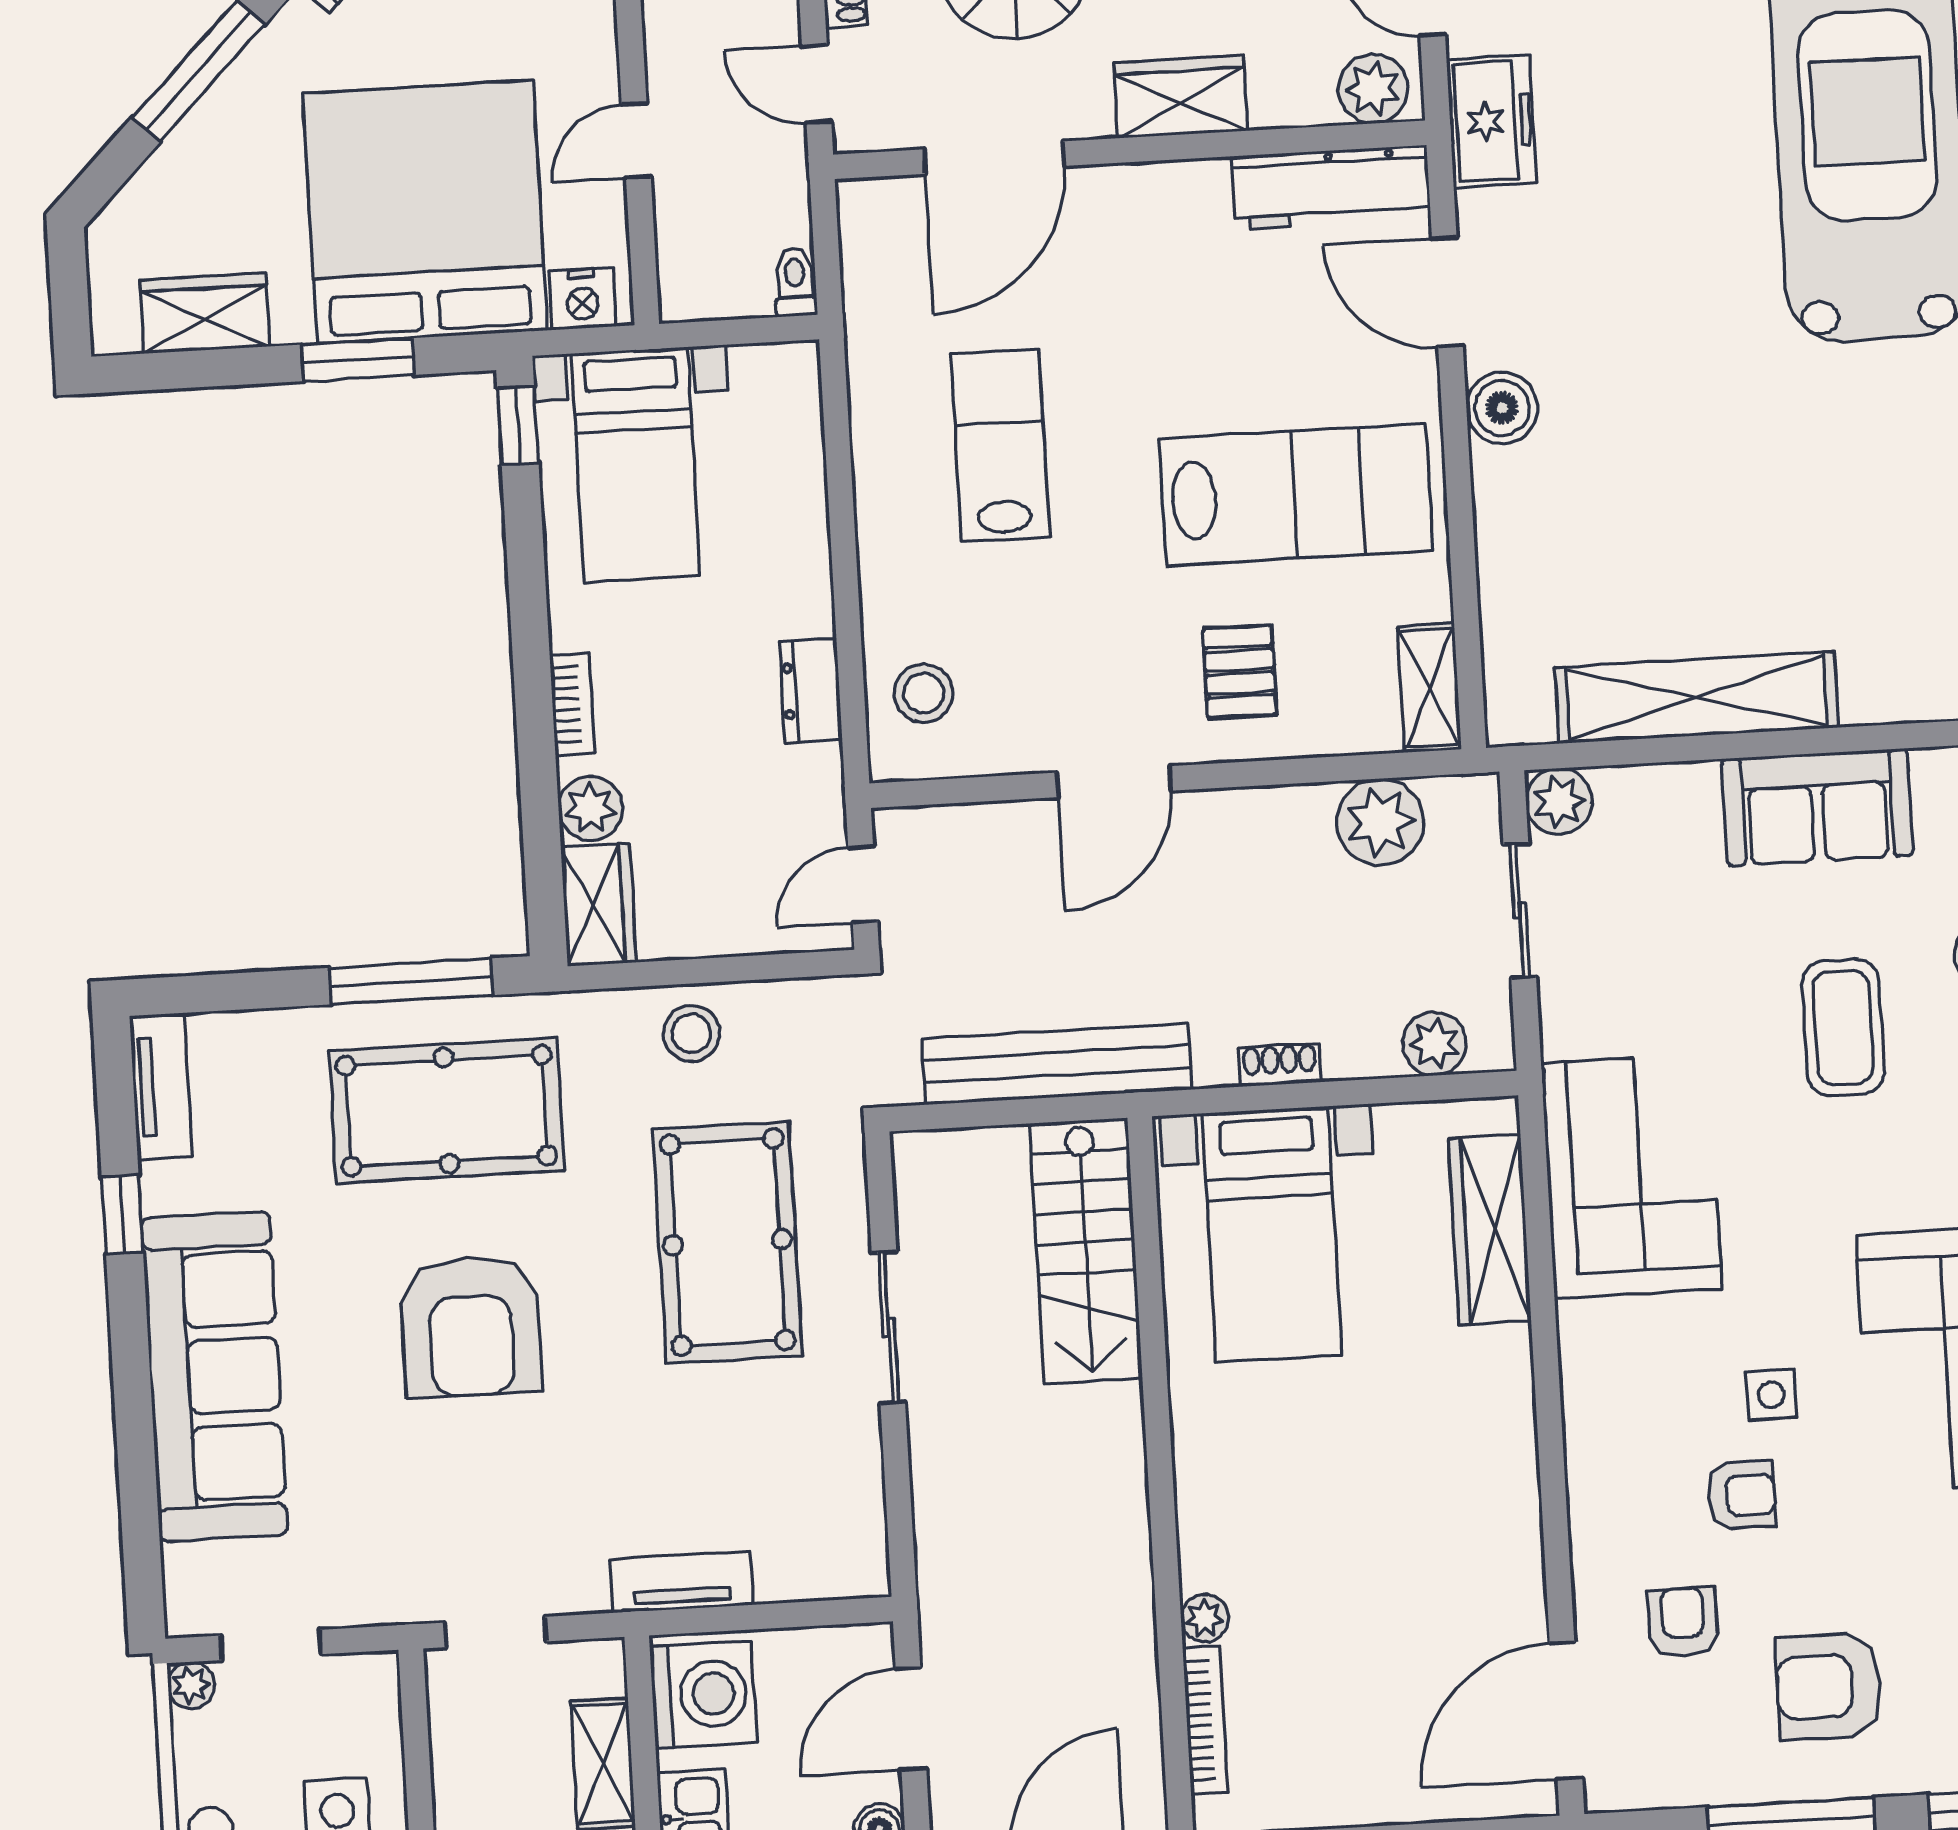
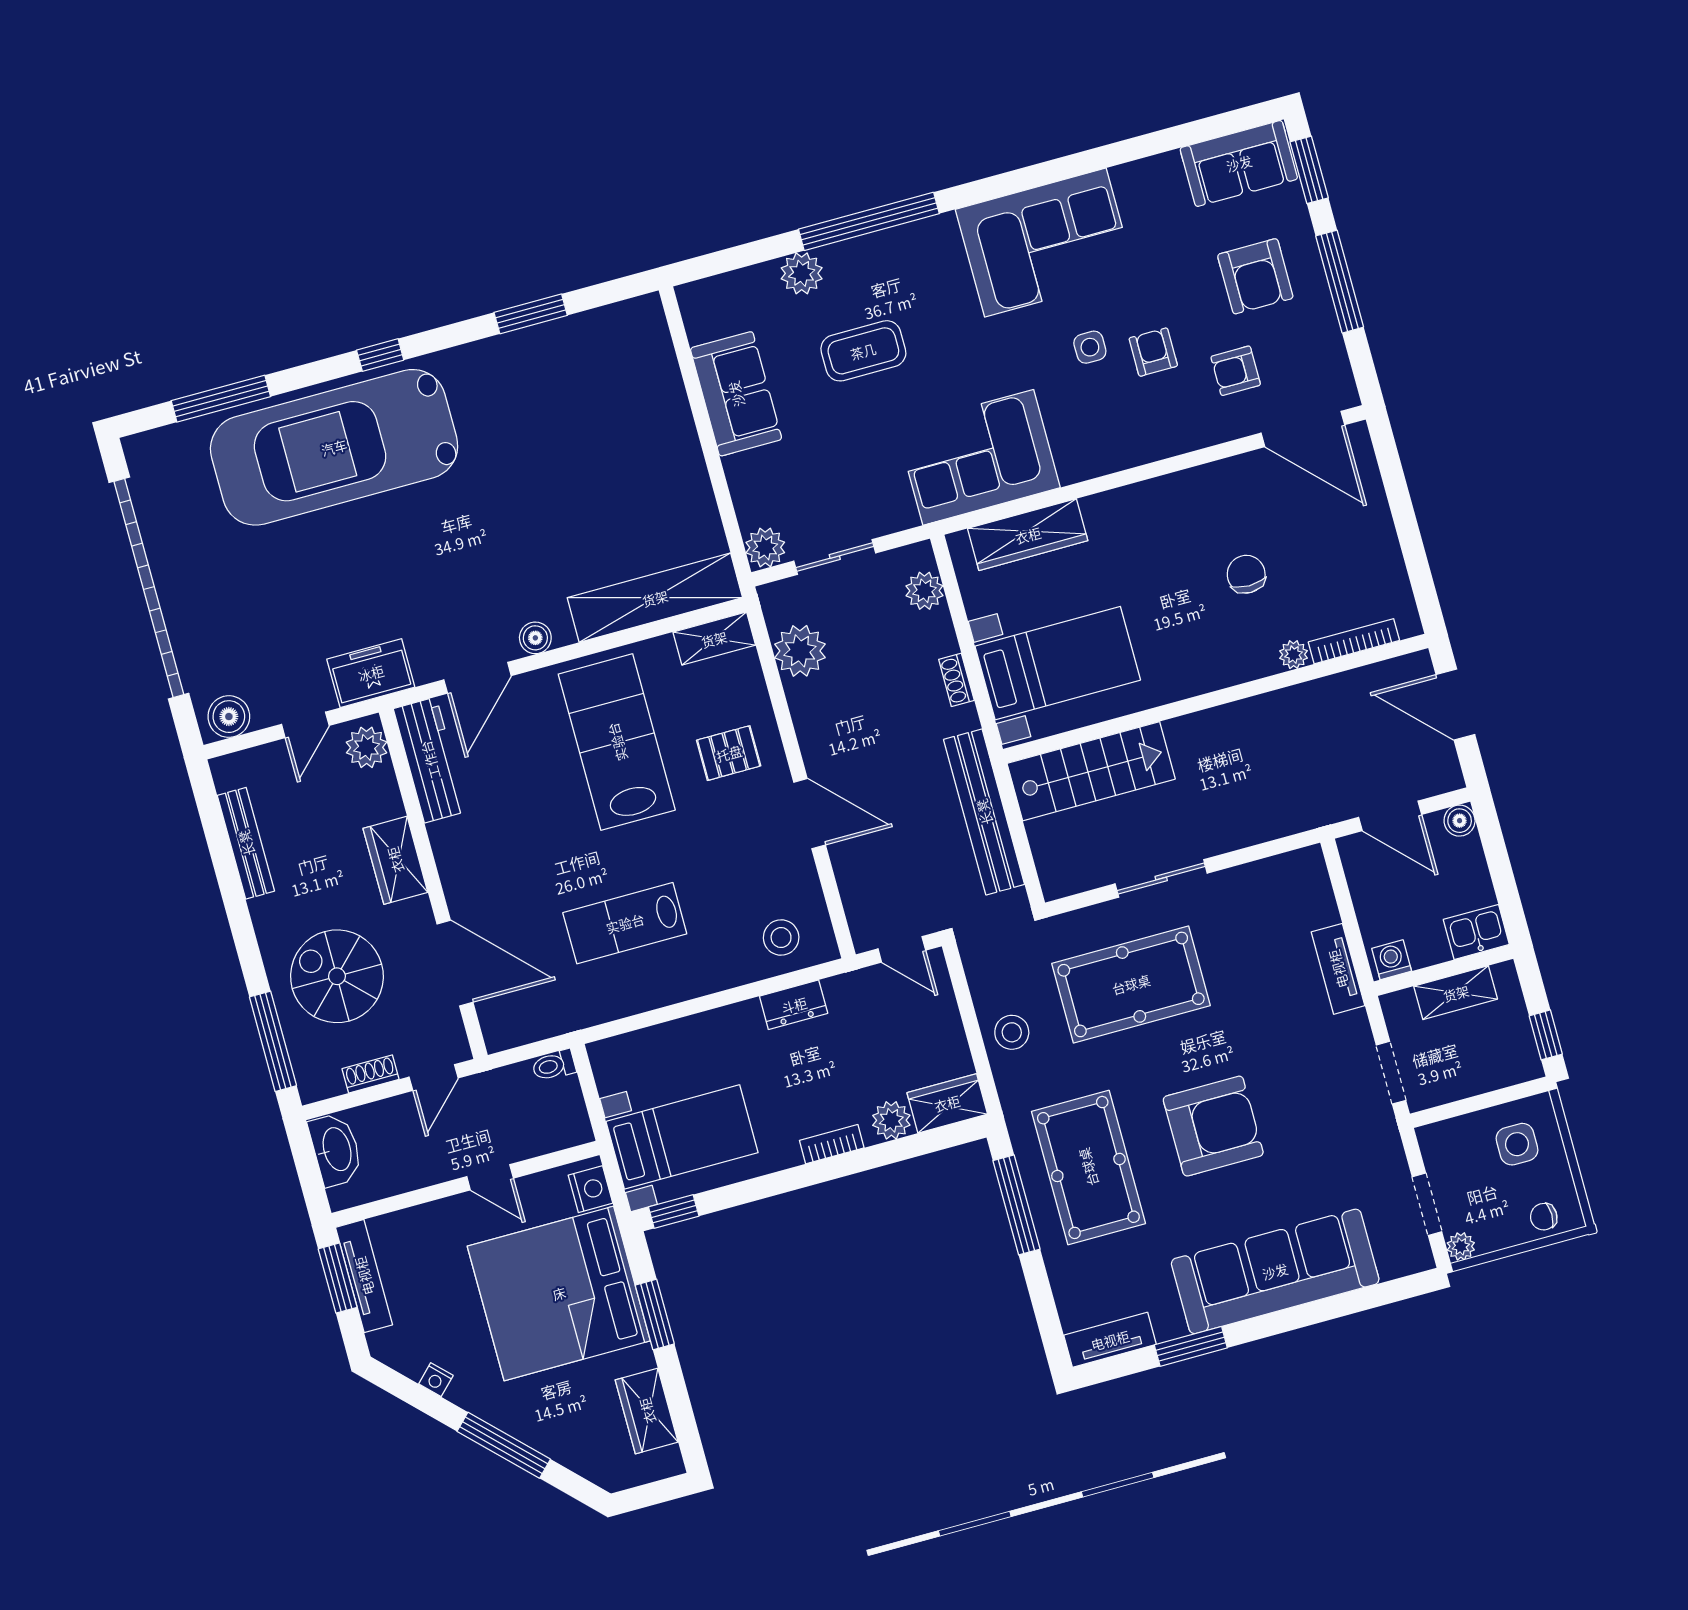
boiler: (1502, 408) -> (535, 638), width x0.73, depth x0.73
shelving: (1697, 698) -> (655, 598), moved, turned 90
window: (122, 1215) -> (1191, 1346), width x1.50
chair: (1351, 1569) -> (1246, 574), added
washing machine: (703, 1694) -> (1392, 960), width x0.53, depth x0.53

